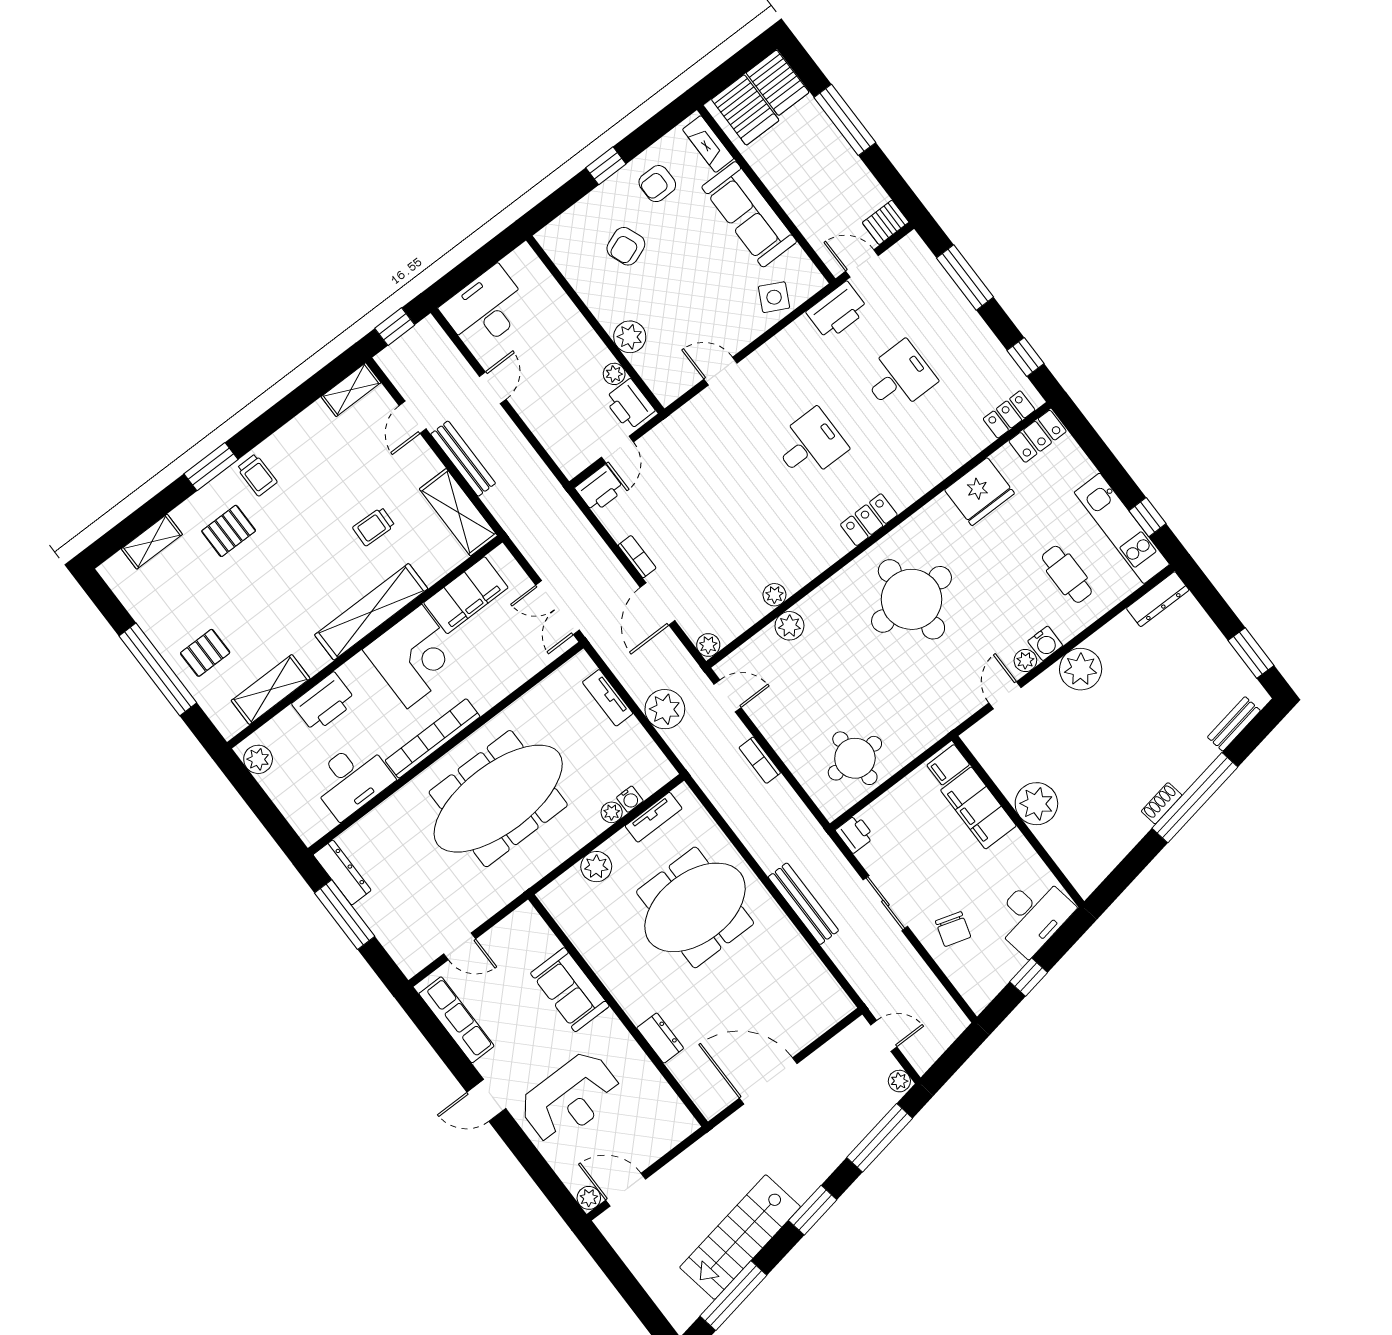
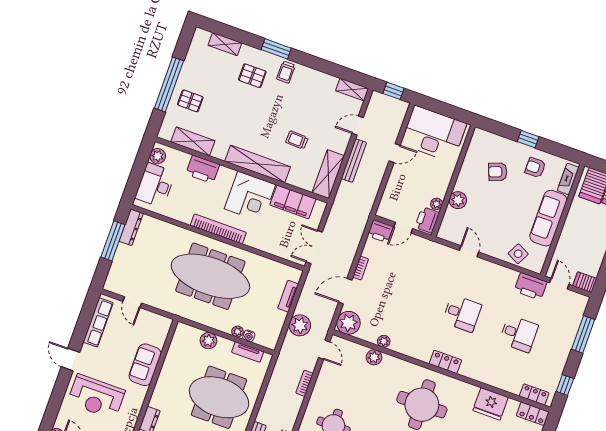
desk: (486, 309) -> (434, 134), width x1.36, depth x1.30
plant: (708, 645) -> (348, 323), width x1.87, depth x1.87
desk: (352, 779) -> (155, 185), moved, turned 90

